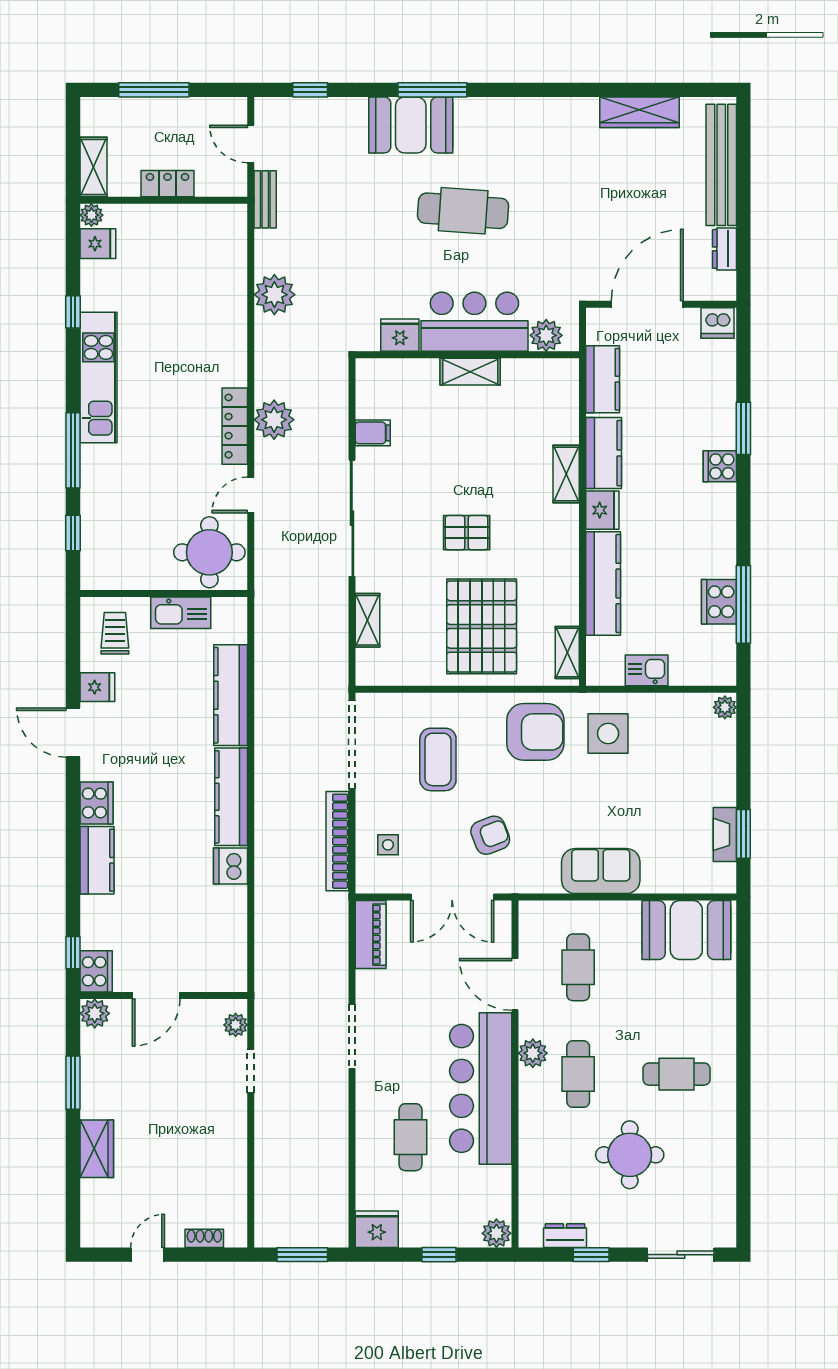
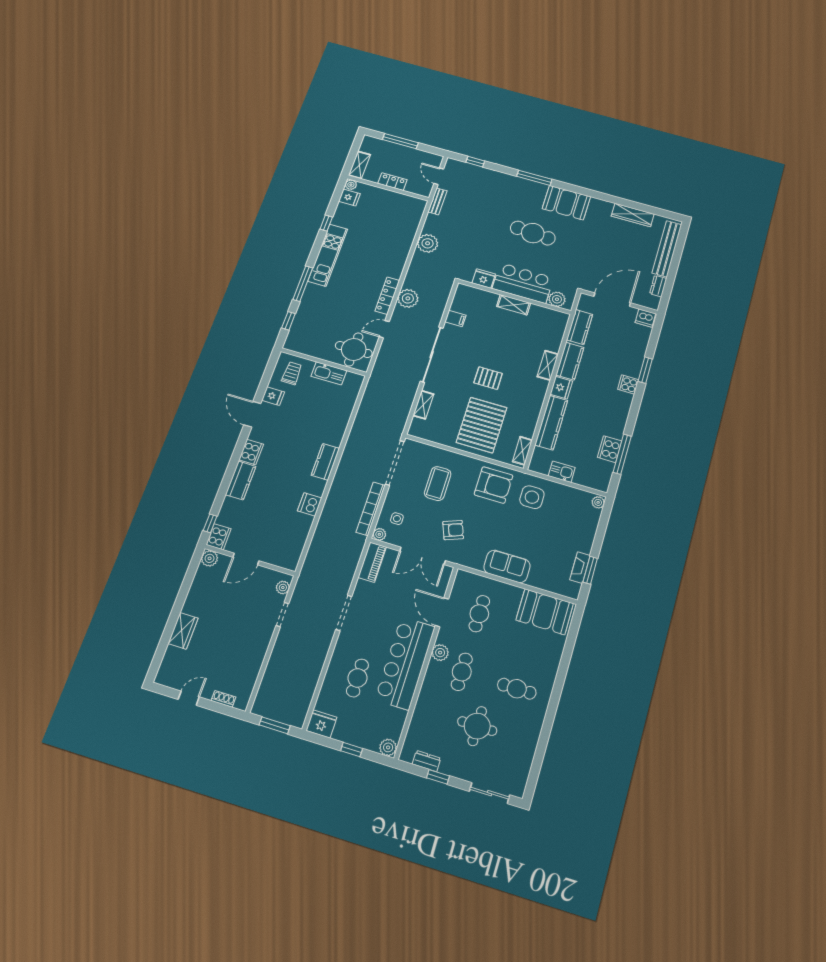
booth: (411, 125) -> (566, 203), moved
kitchen counter: (231, 695) -> (340, 420), removed
kitchen counter: (231, 797) -> (325, 462), width x0.67
plant: (367, 882) -> (379, 534), added
window: (73, 1083) -> (184, 591), removed

